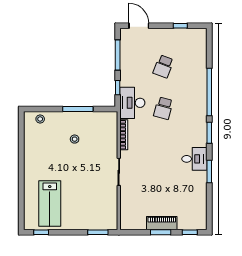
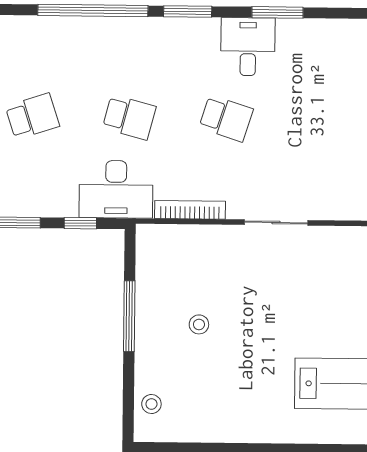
school desk: (163, 66) -> (32, 116), turned -39
school desk: (163, 150) -> (226, 118), added

